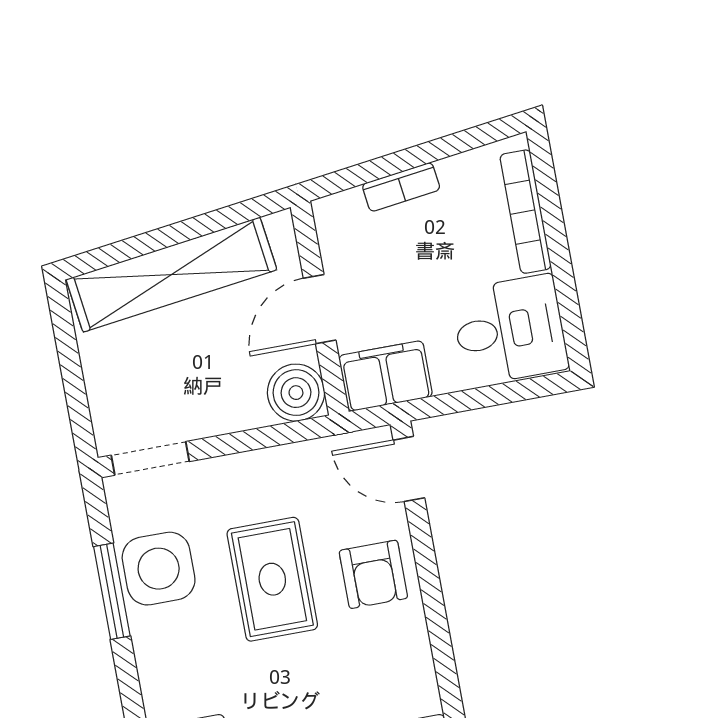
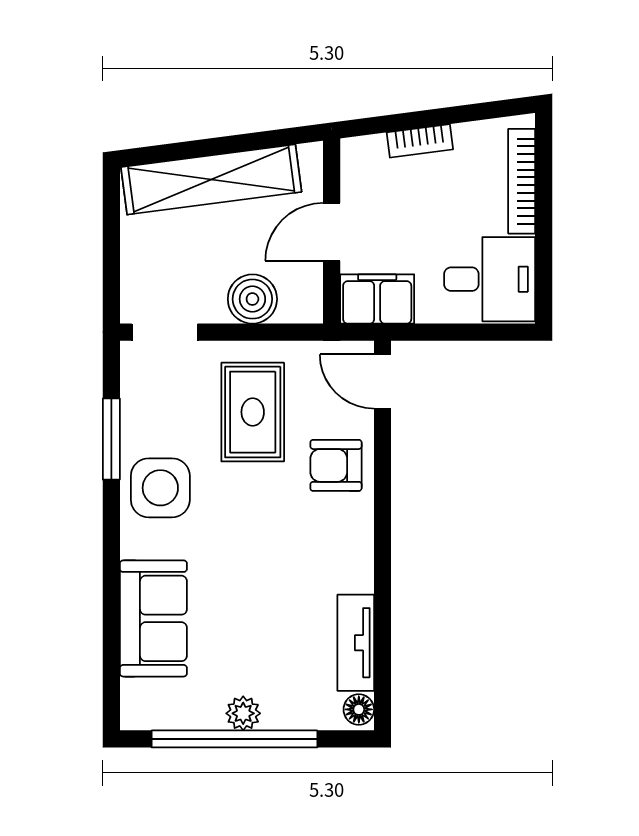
boiler: (296, 393) -> (252, 299), moved
side table: (159, 569) -> (160, 488), moved
armchair: (373, 574) -> (336, 465), turned 90
rug: (272, 579) -> (253, 412), moved

